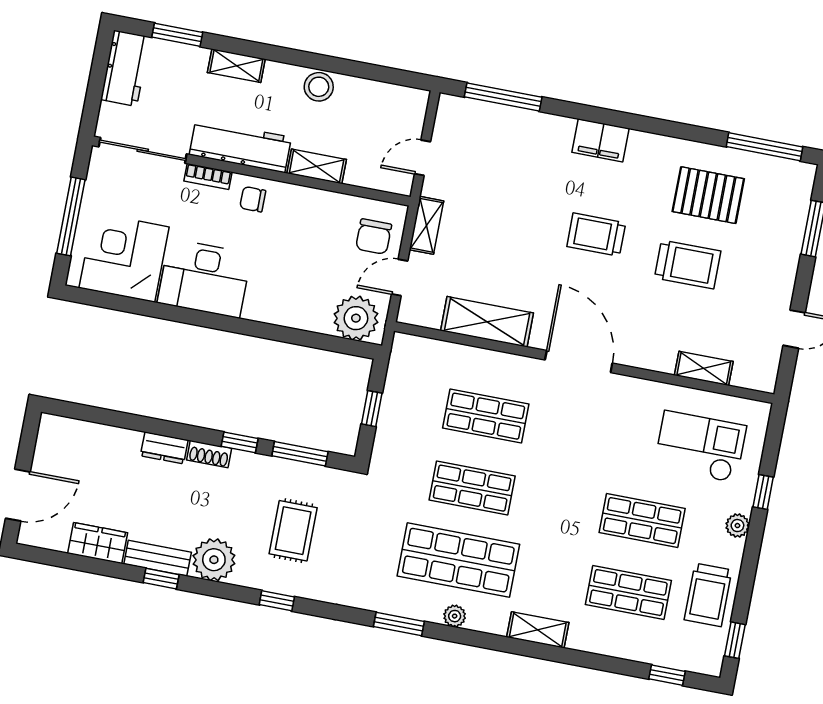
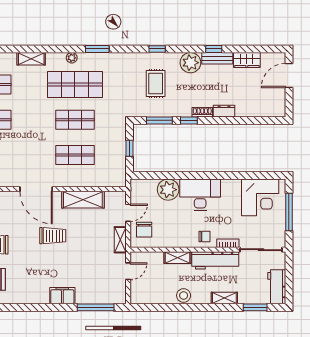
filing cabinet: (601, 140) -> (62, 296), moved
trolley: (596, 235) -> (53, 236), moved
chair: (374, 237) -> (144, 230), turned 180
desk: (204, 278) -> (200, 195), moved
plant: (356, 318) -> (168, 190), moved

